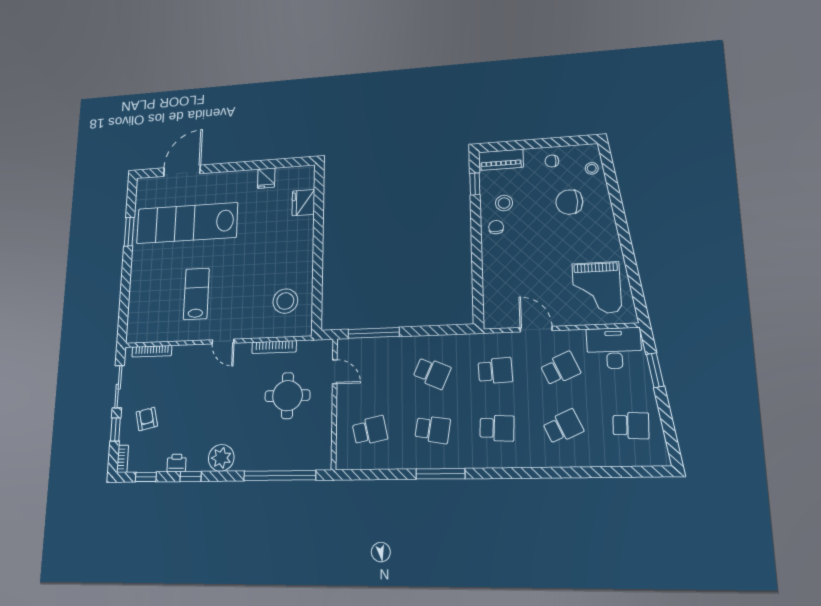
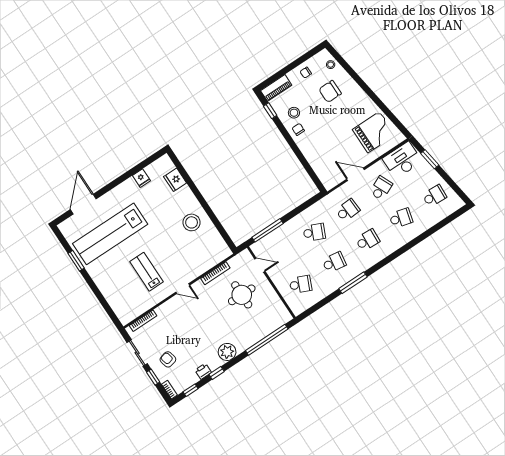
grand piano: (597, 288) -> (374, 132), turned -90
stool: (285, 301) -> (192, 222), moved
school desk: (563, 427) -> (401, 218), turned 39
school desk: (370, 431) -> (301, 284), turned 36

